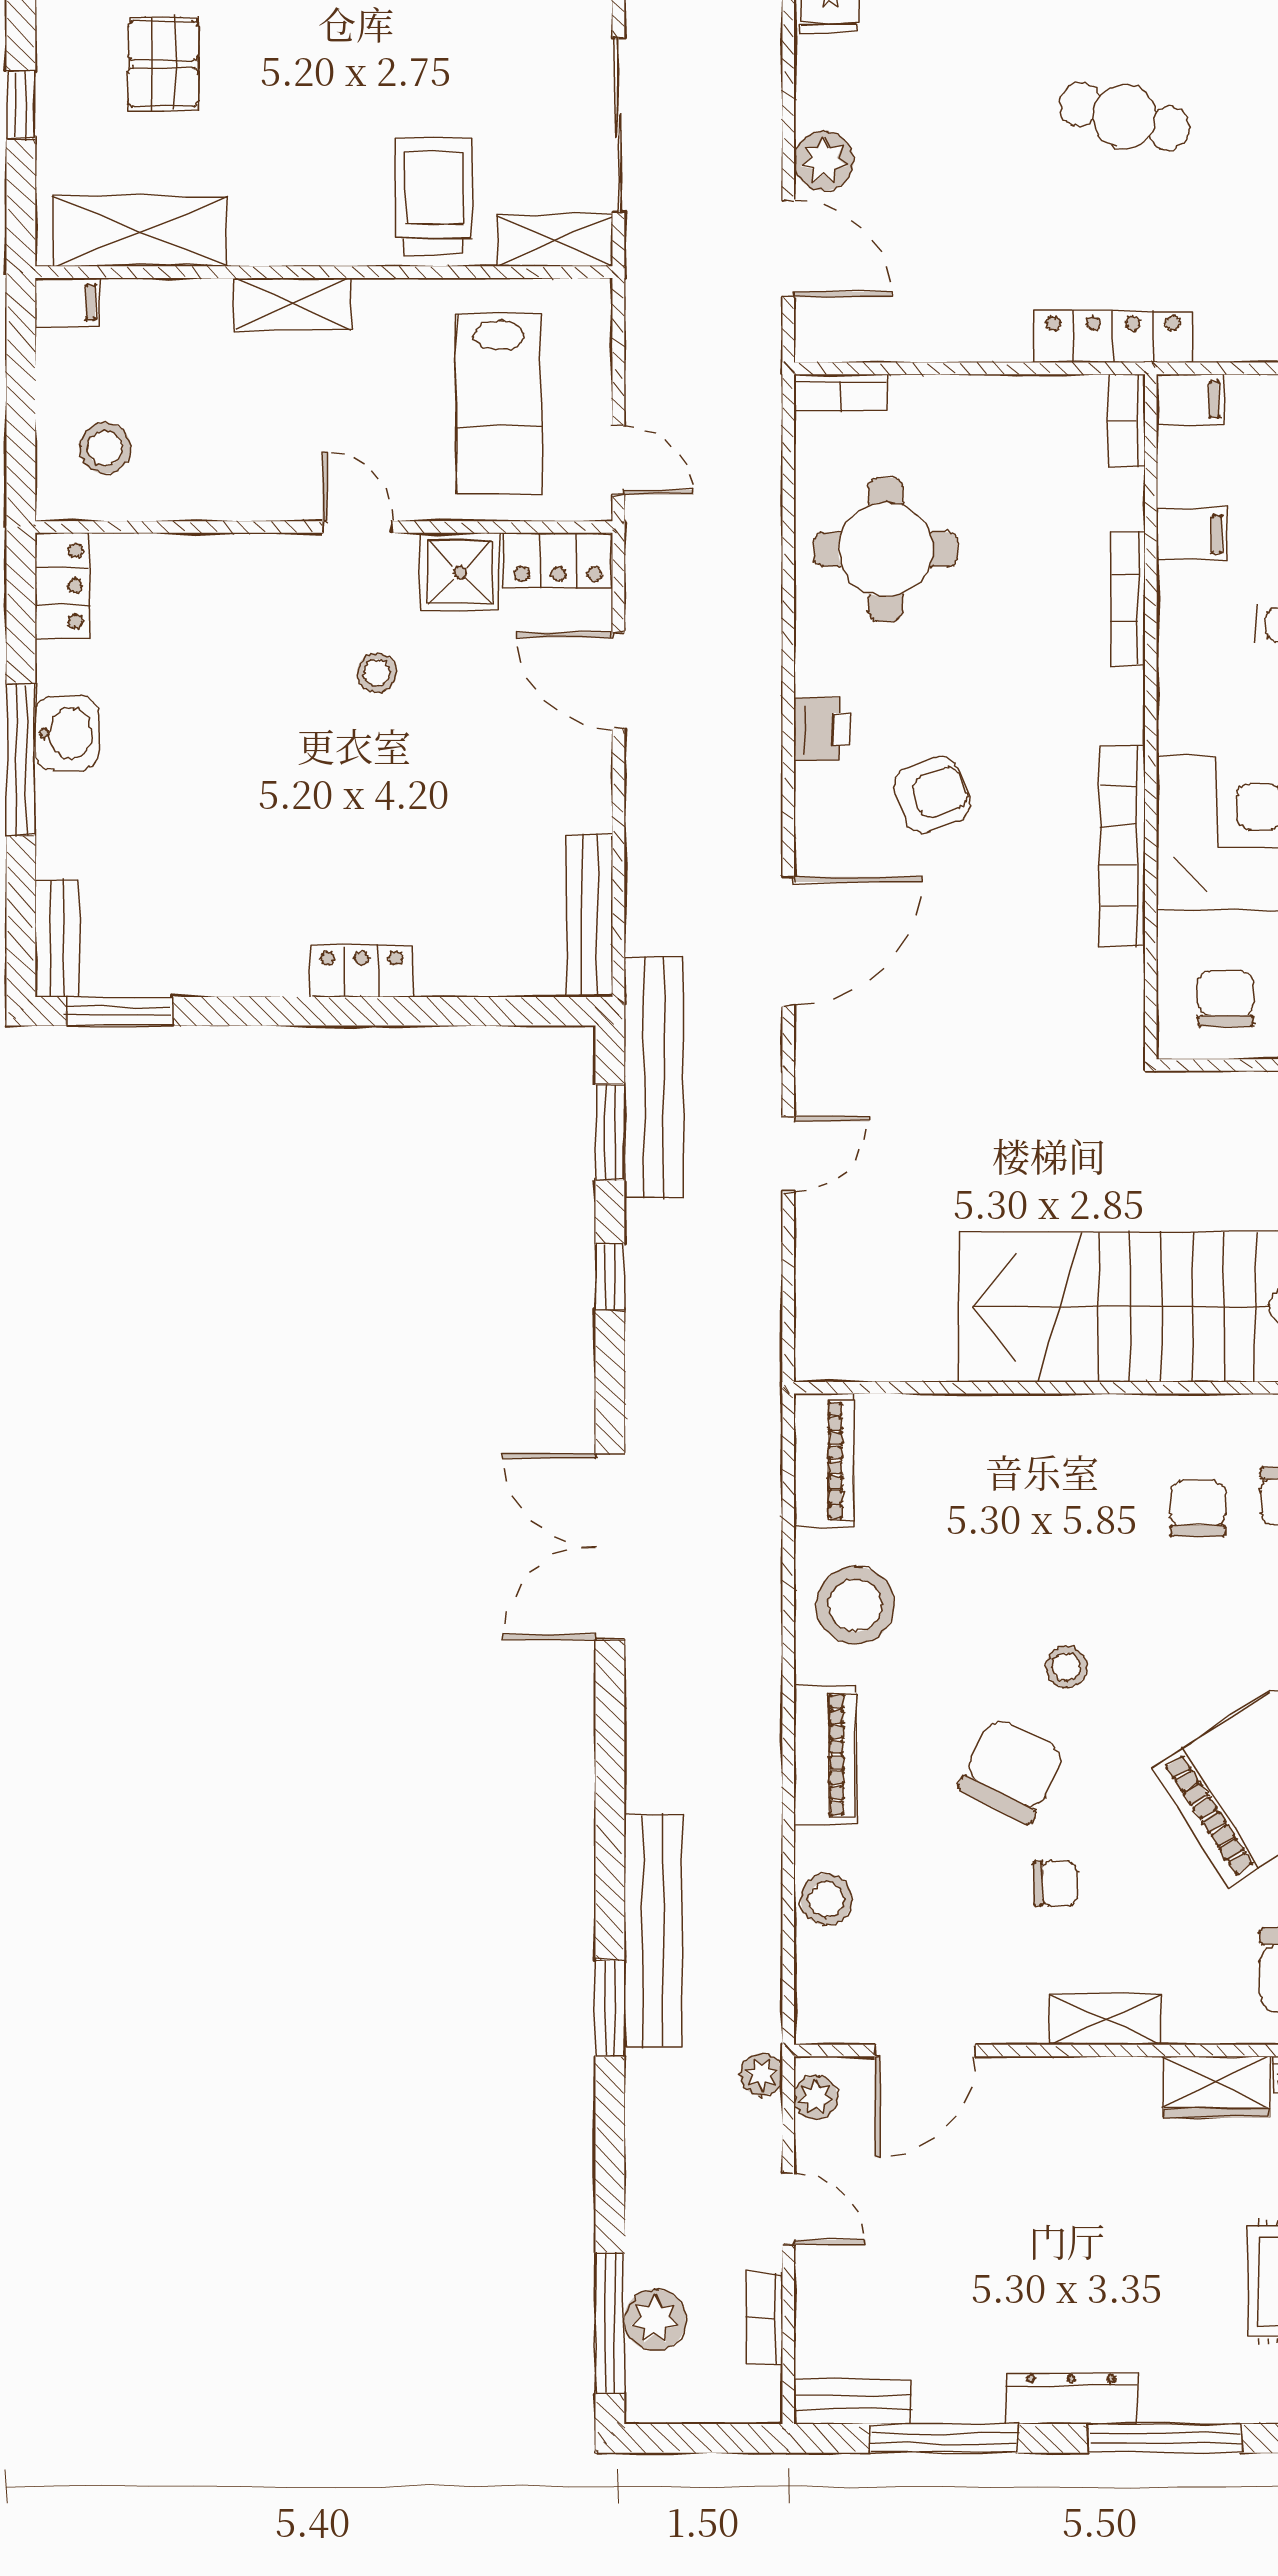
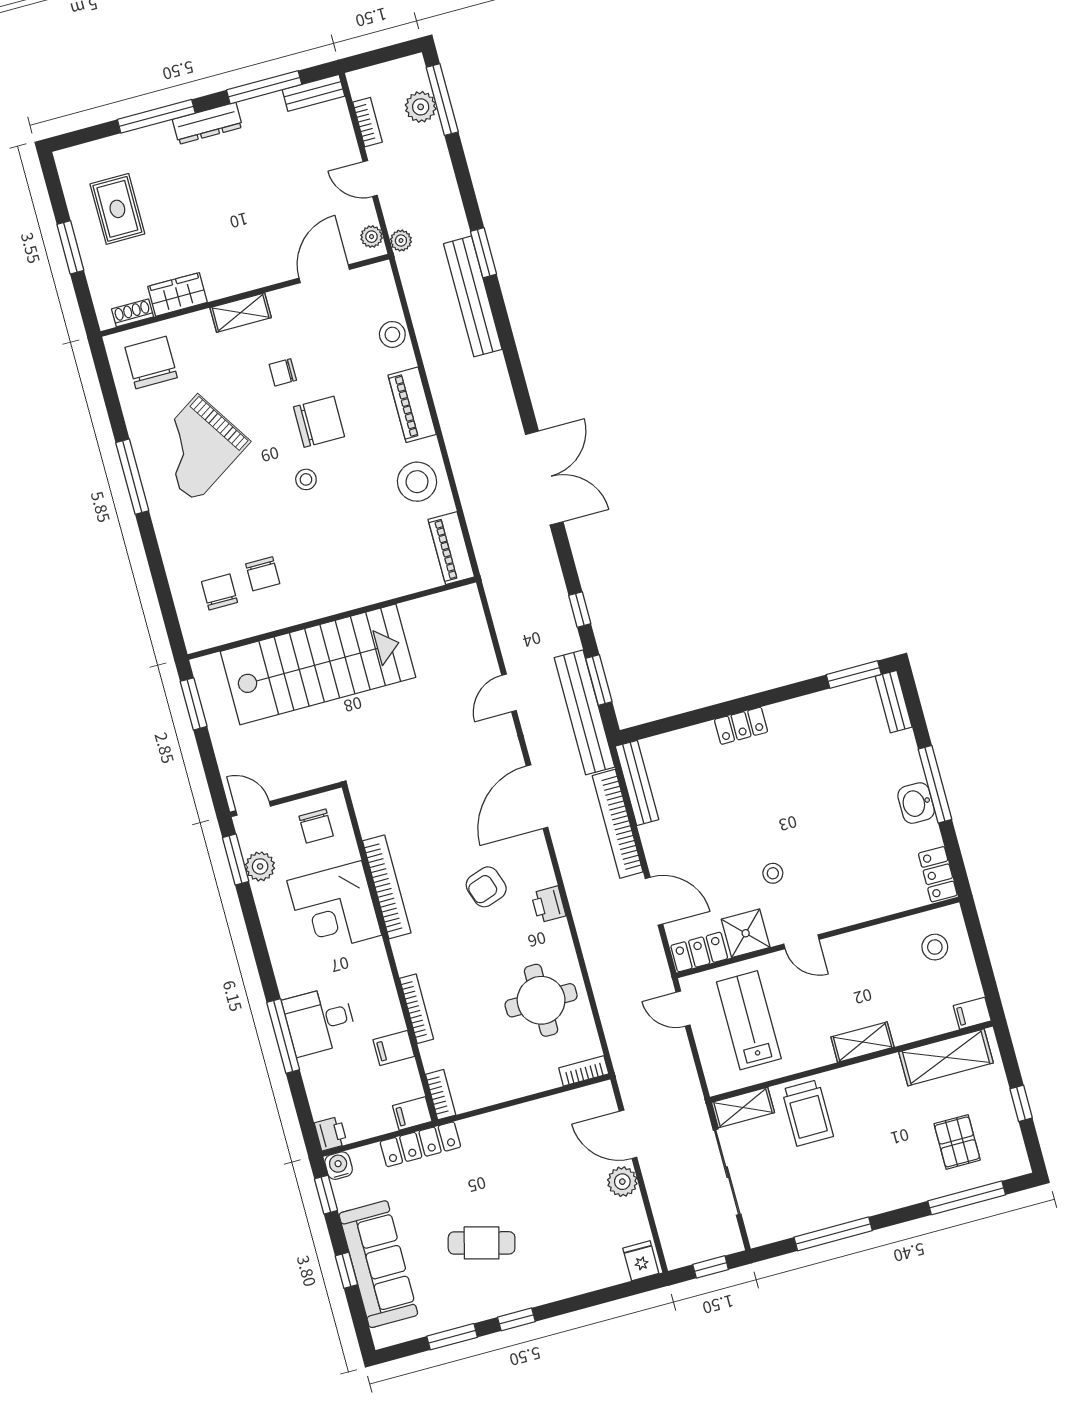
locker: (1113, 336) -> (420, 1144), moved
bookcase: (648, 848) -> (618, 824), added
chair: (1012, 1770) -> (319, 422), turned -117

